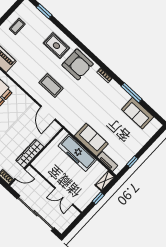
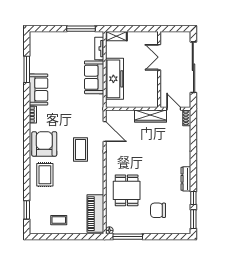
window: (132, 93) -> (27, 69), moved
door: (48, 113) -> (105, 132), hinge flipped
sofa: (138, 113) -> (39, 89), moved
window: (132, 162) -> (81, 29), width x2.17
double door: (64, 196) -> (159, 57), swing flipped
window: (98, 198) -> (135, 29), removed

